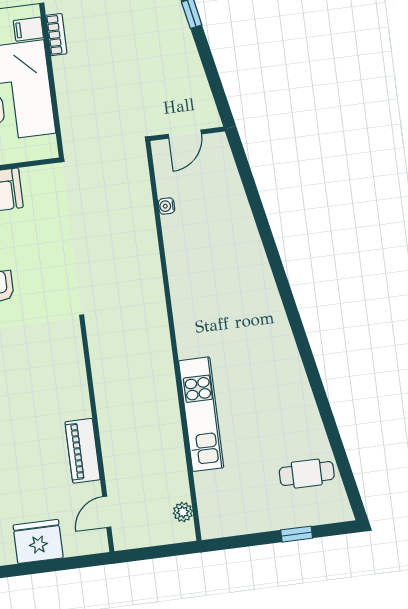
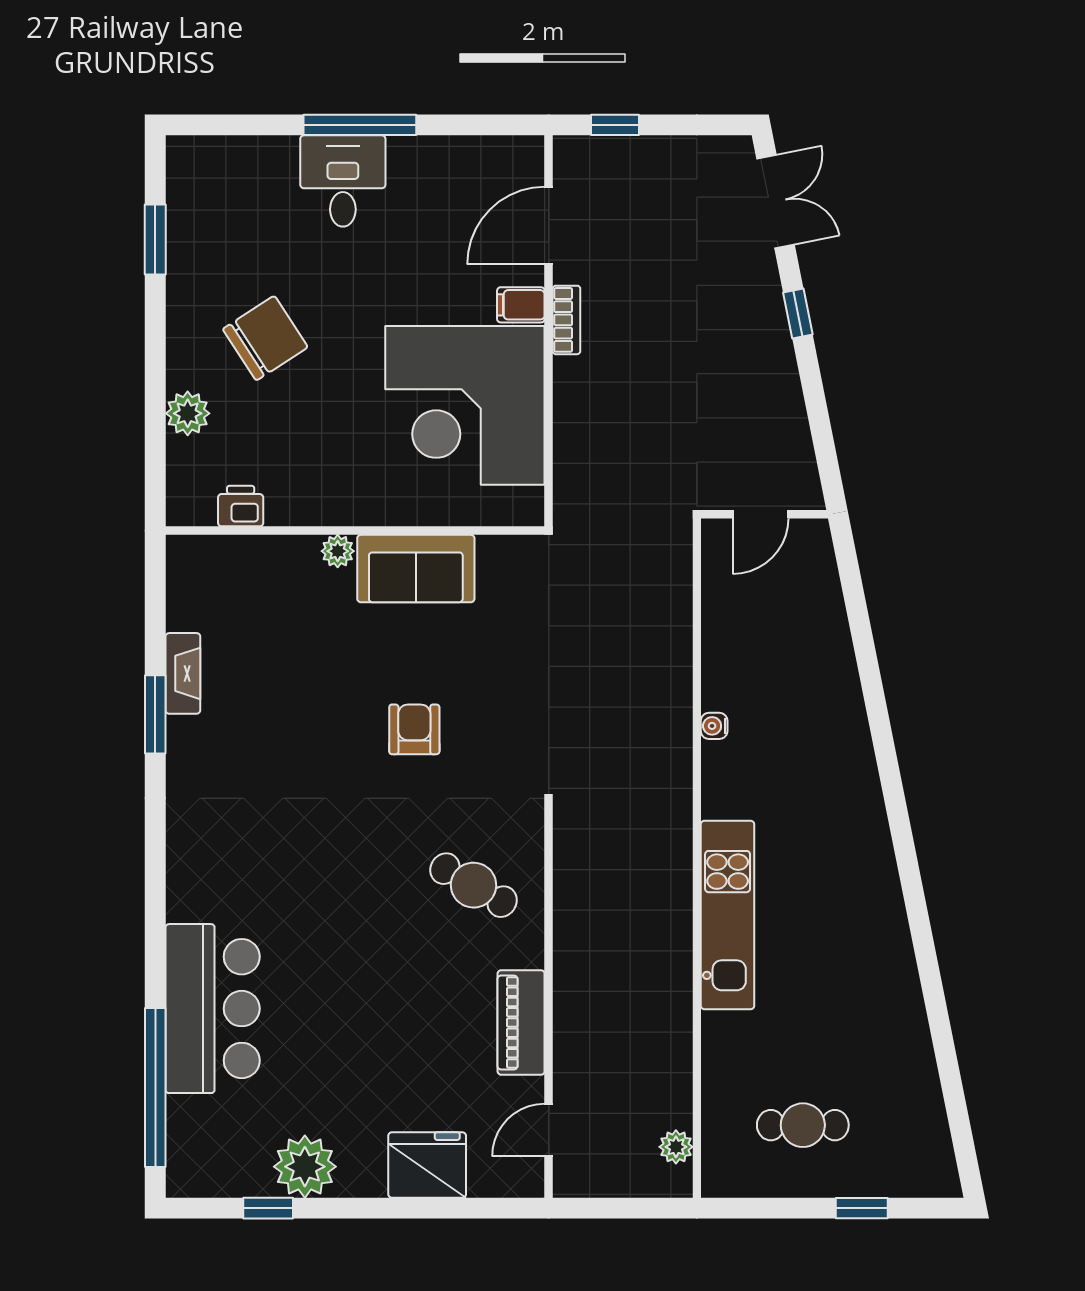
water cooler: (166, 206) -> (714, 726), moved
cafe table: (44, 374) -> (473, 885), added
kitchen unit: (201, 414) -> (728, 915), moved
cafe table: (307, 474) -> (803, 1125), moved

